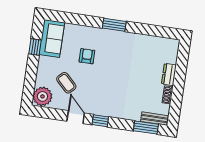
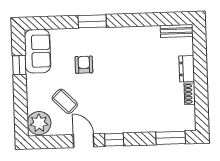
window: (114, 25) -> (92, 21), moved
bench: (154, 119) -> (177, 31), moved

